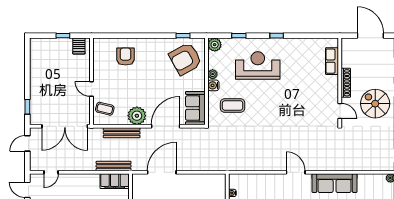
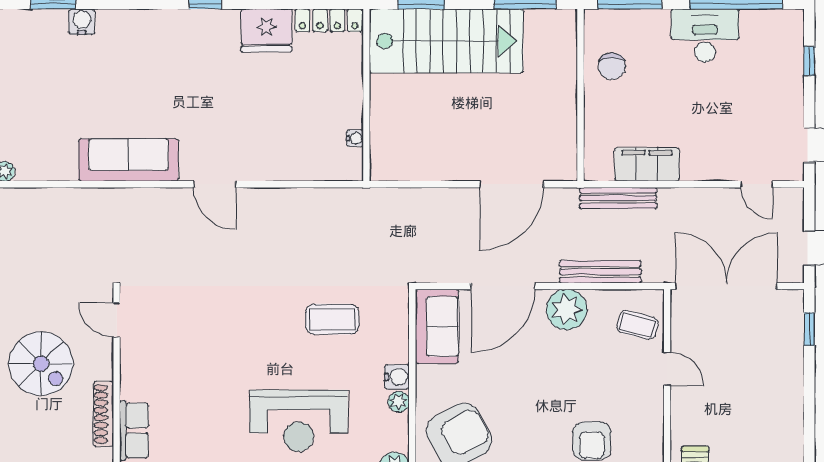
shoe rack: (346, 83) -> (103, 414), moved
spiral stairs: (375, 104) -> (41, 364), moved
coffee table: (233, 105) -> (332, 319), moved
door: (51, 172) -> (757, 184), swing flipped
filing cabinet: (115, 181) -> (647, 164), moved

